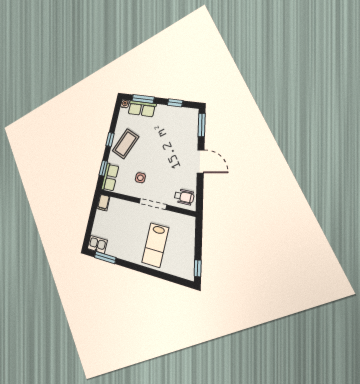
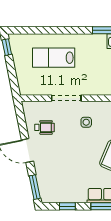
wheelchair: (184, 197) -> (45, 127), moved, turned 180
lab bench: (155, 245) -> (54, 58), turned -90

